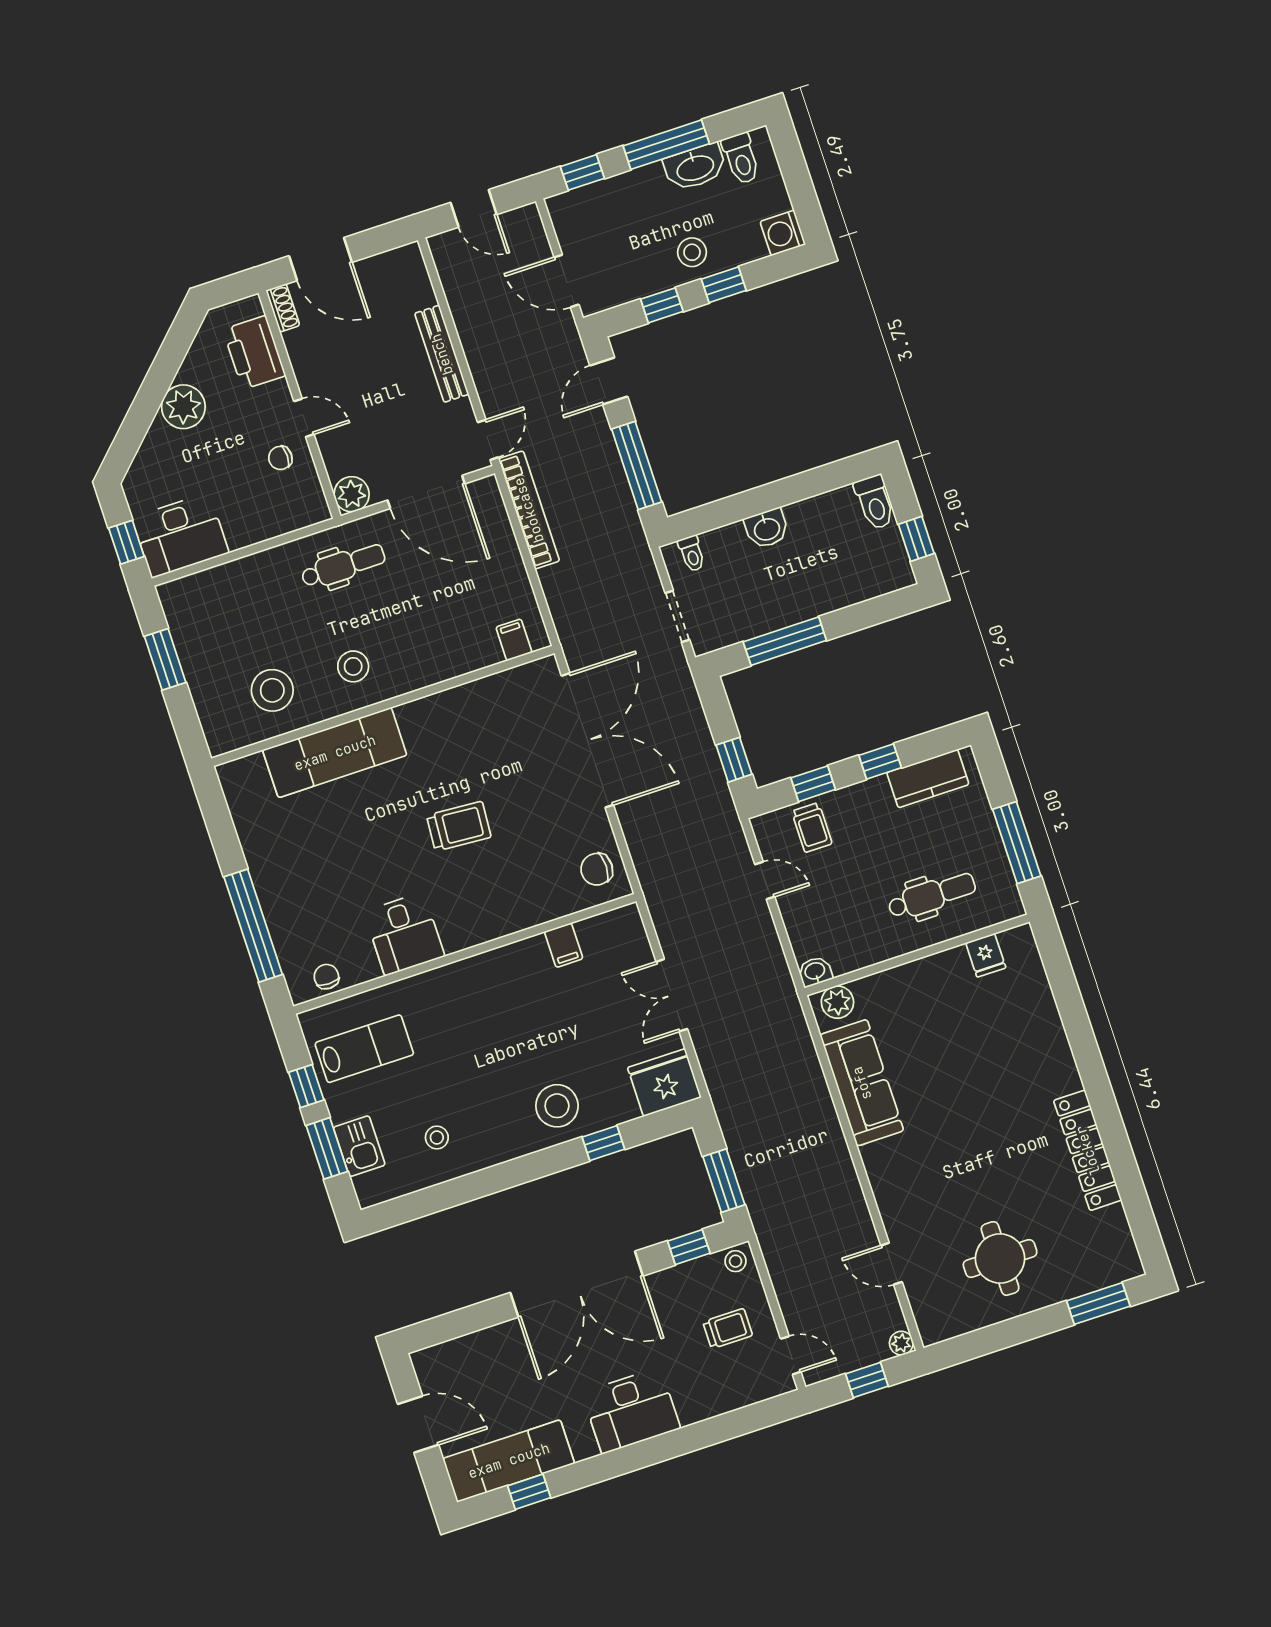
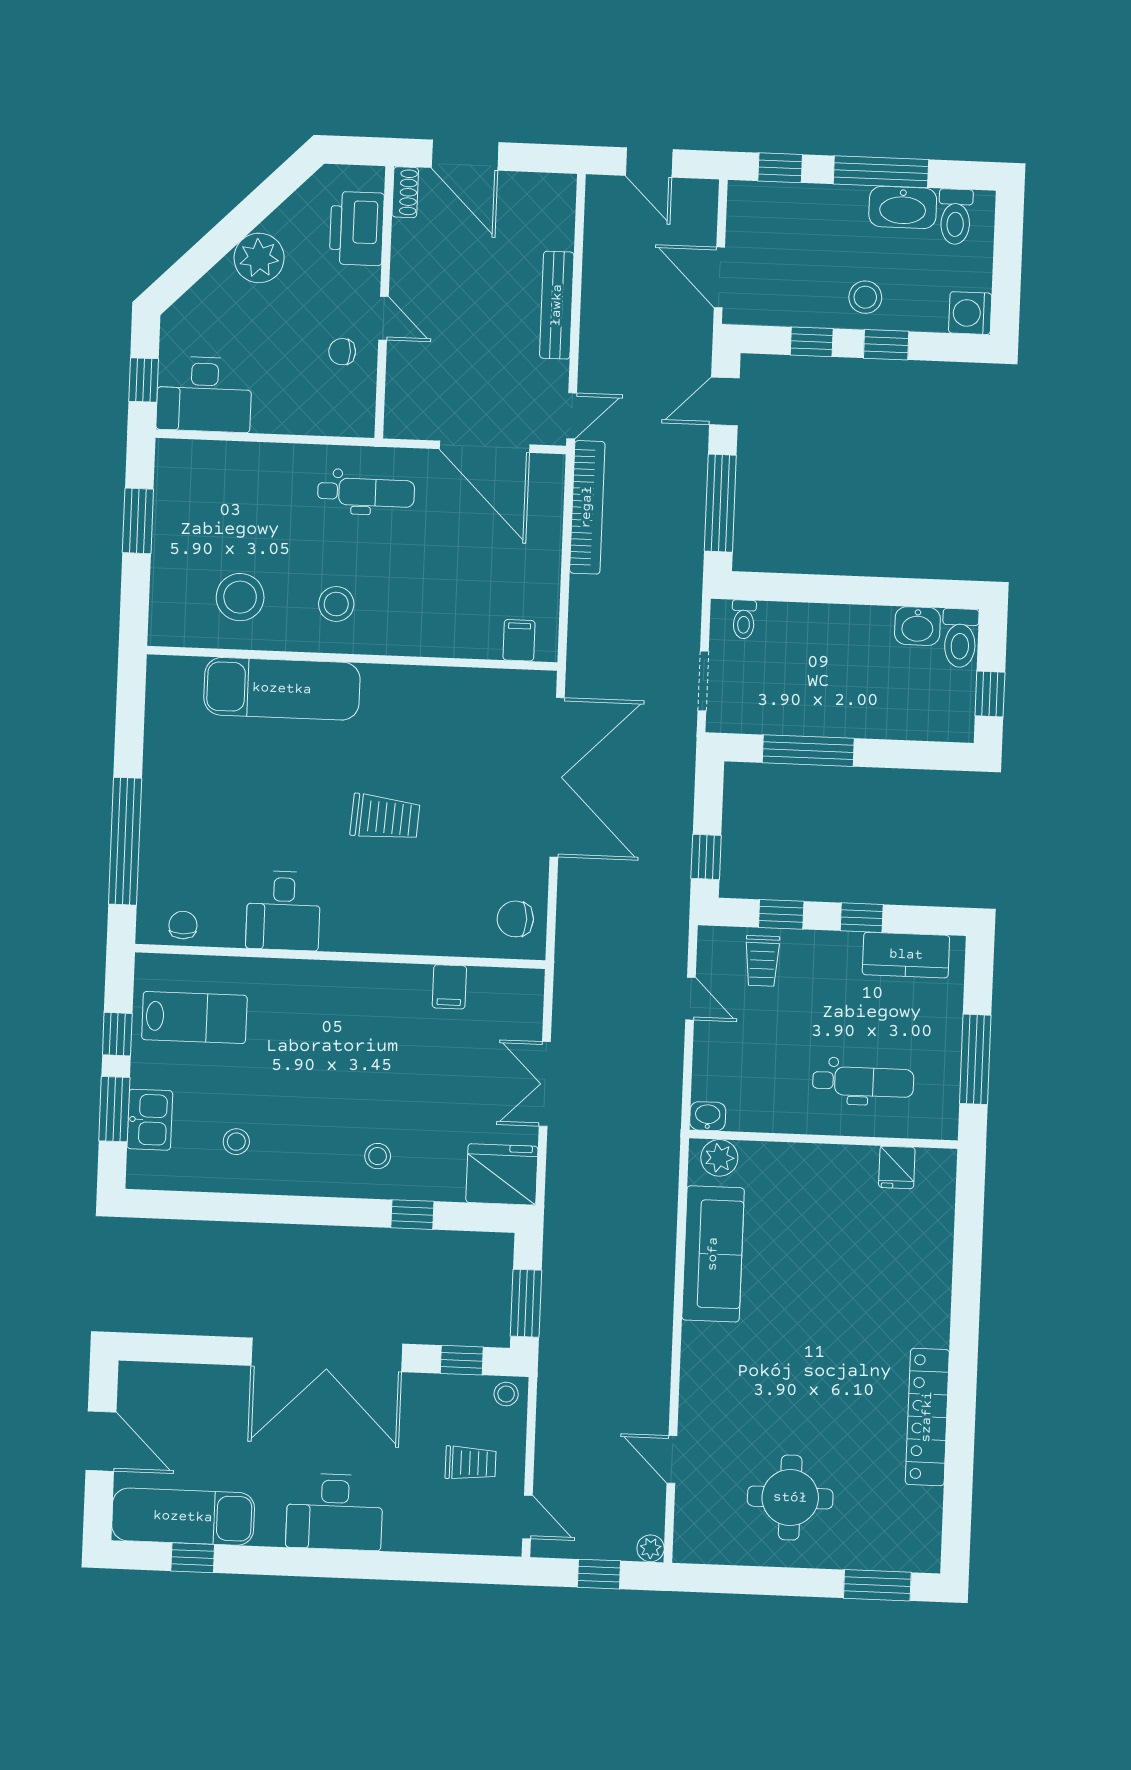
plant: (352, 494) -> (404, 419), removed
washbasin: (767, 528) -> (917, 626), moved
stool: (557, 1106) -> (378, 1156), width x0.53, depth x0.53

